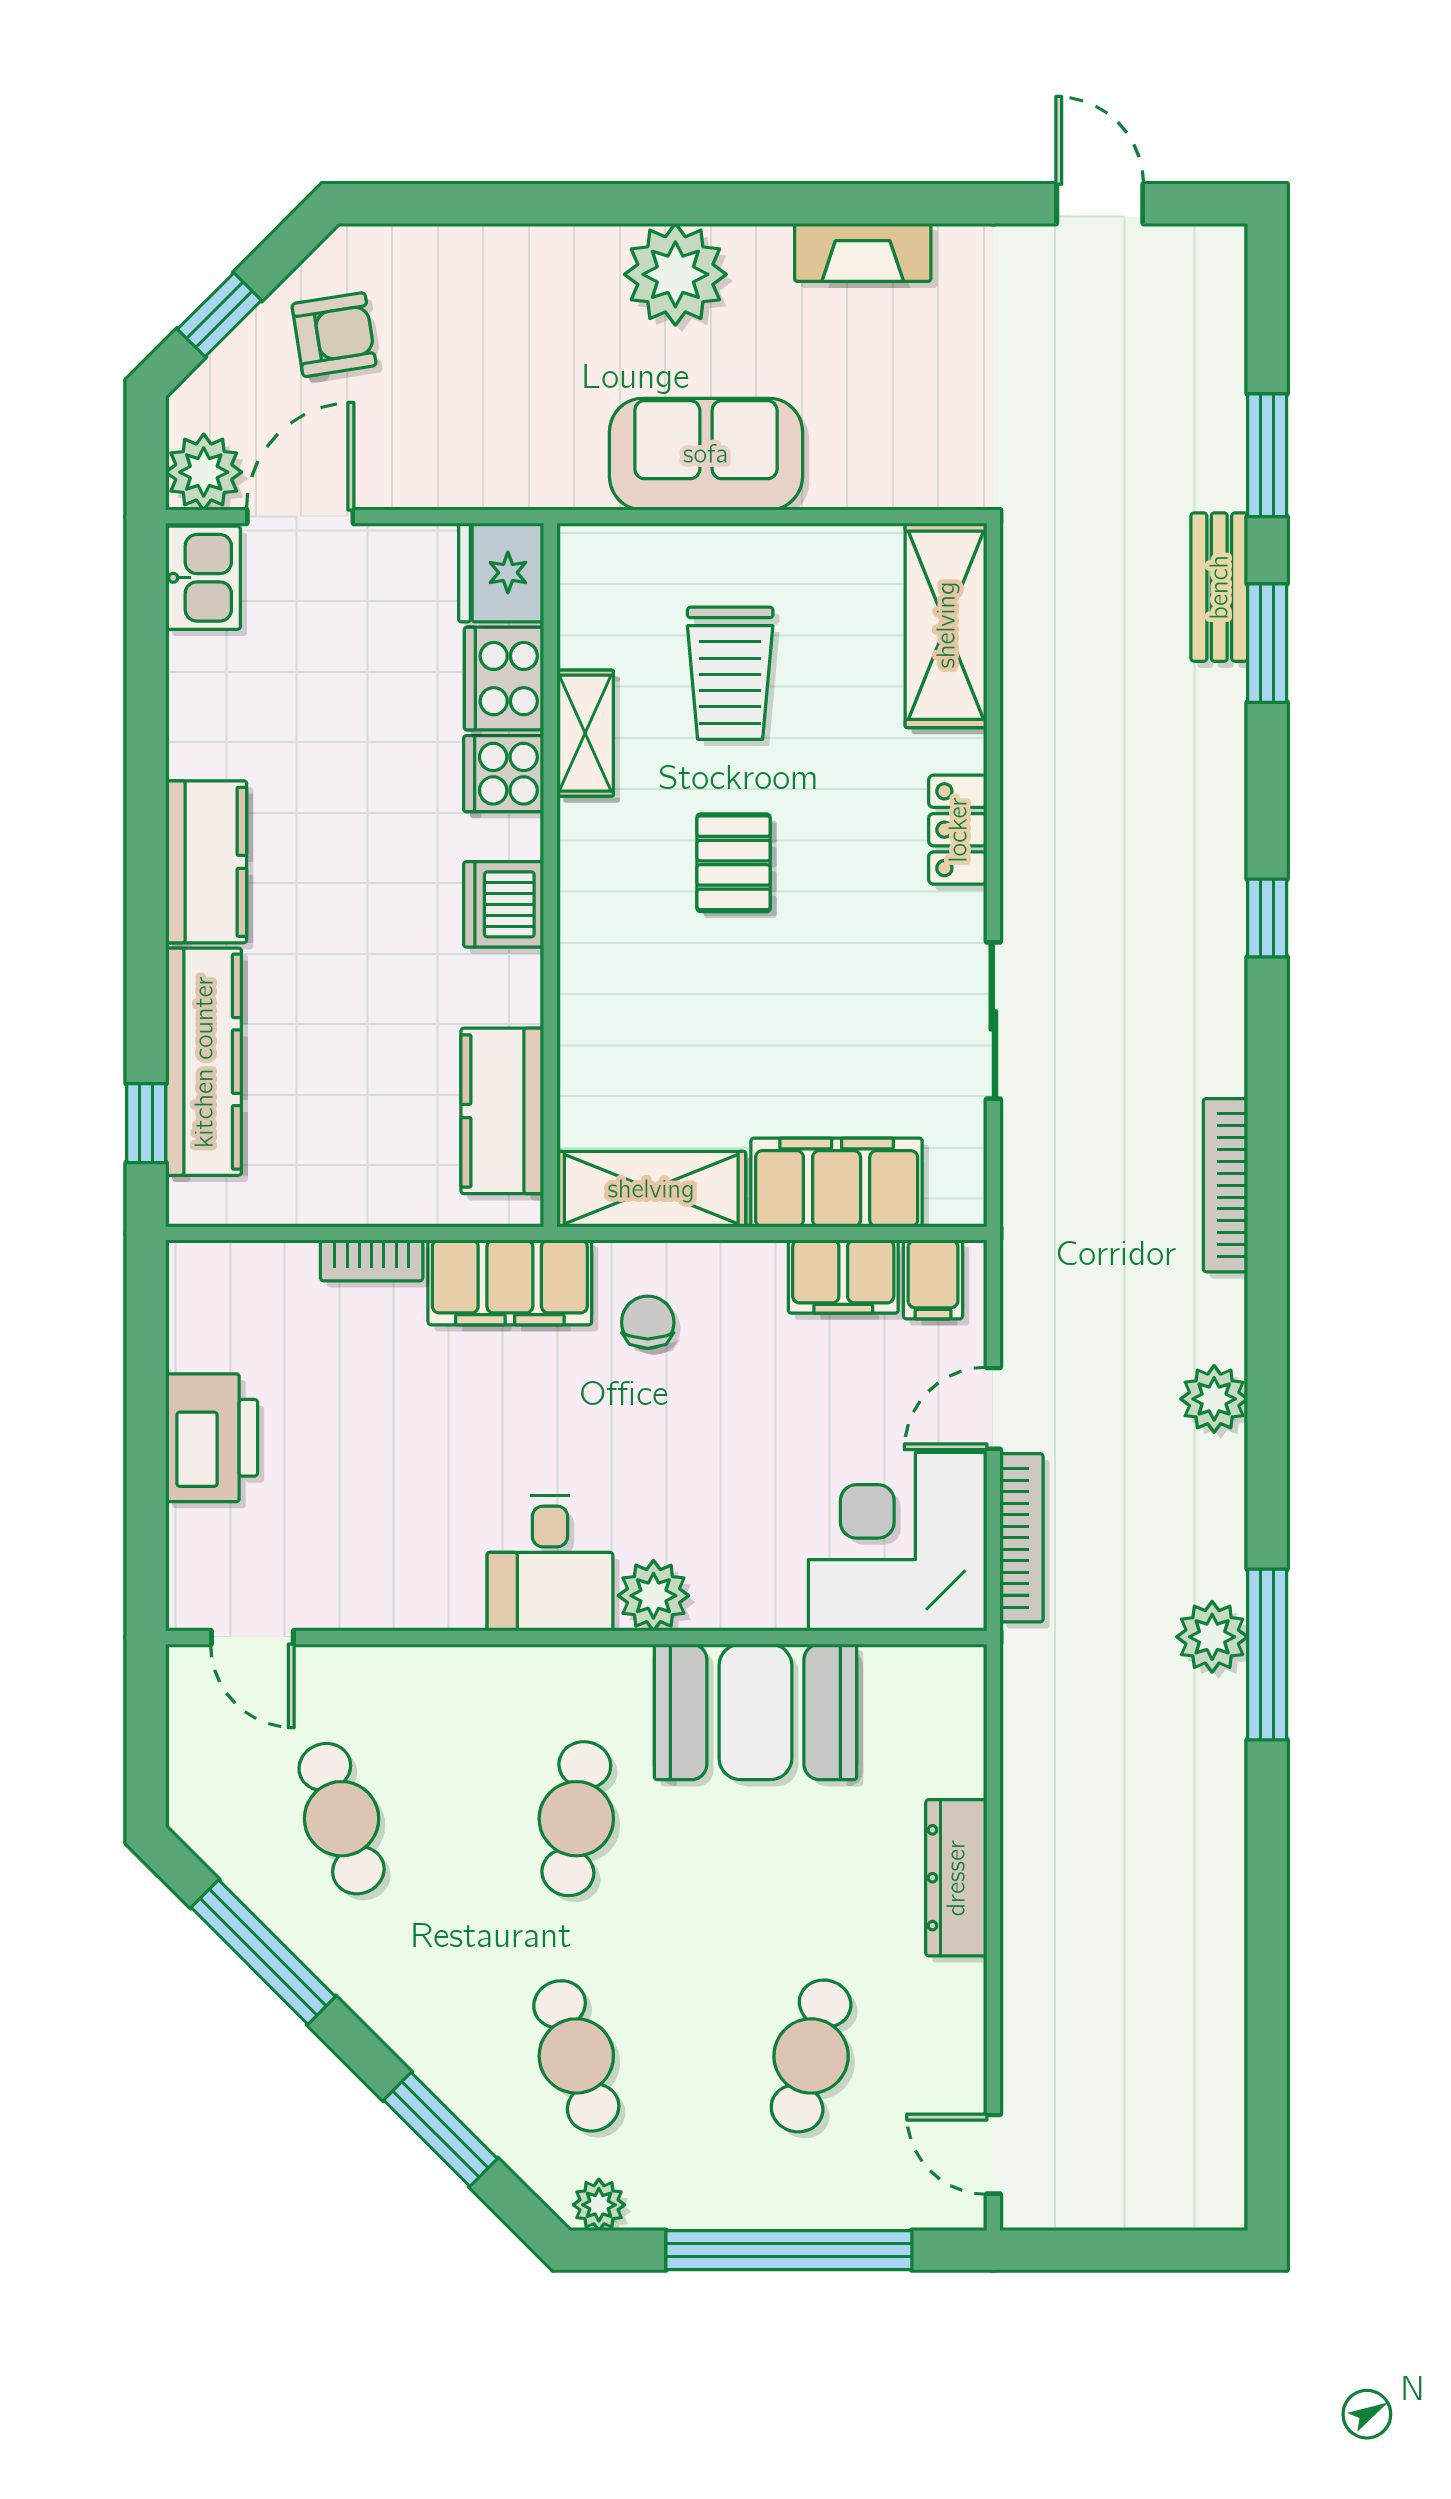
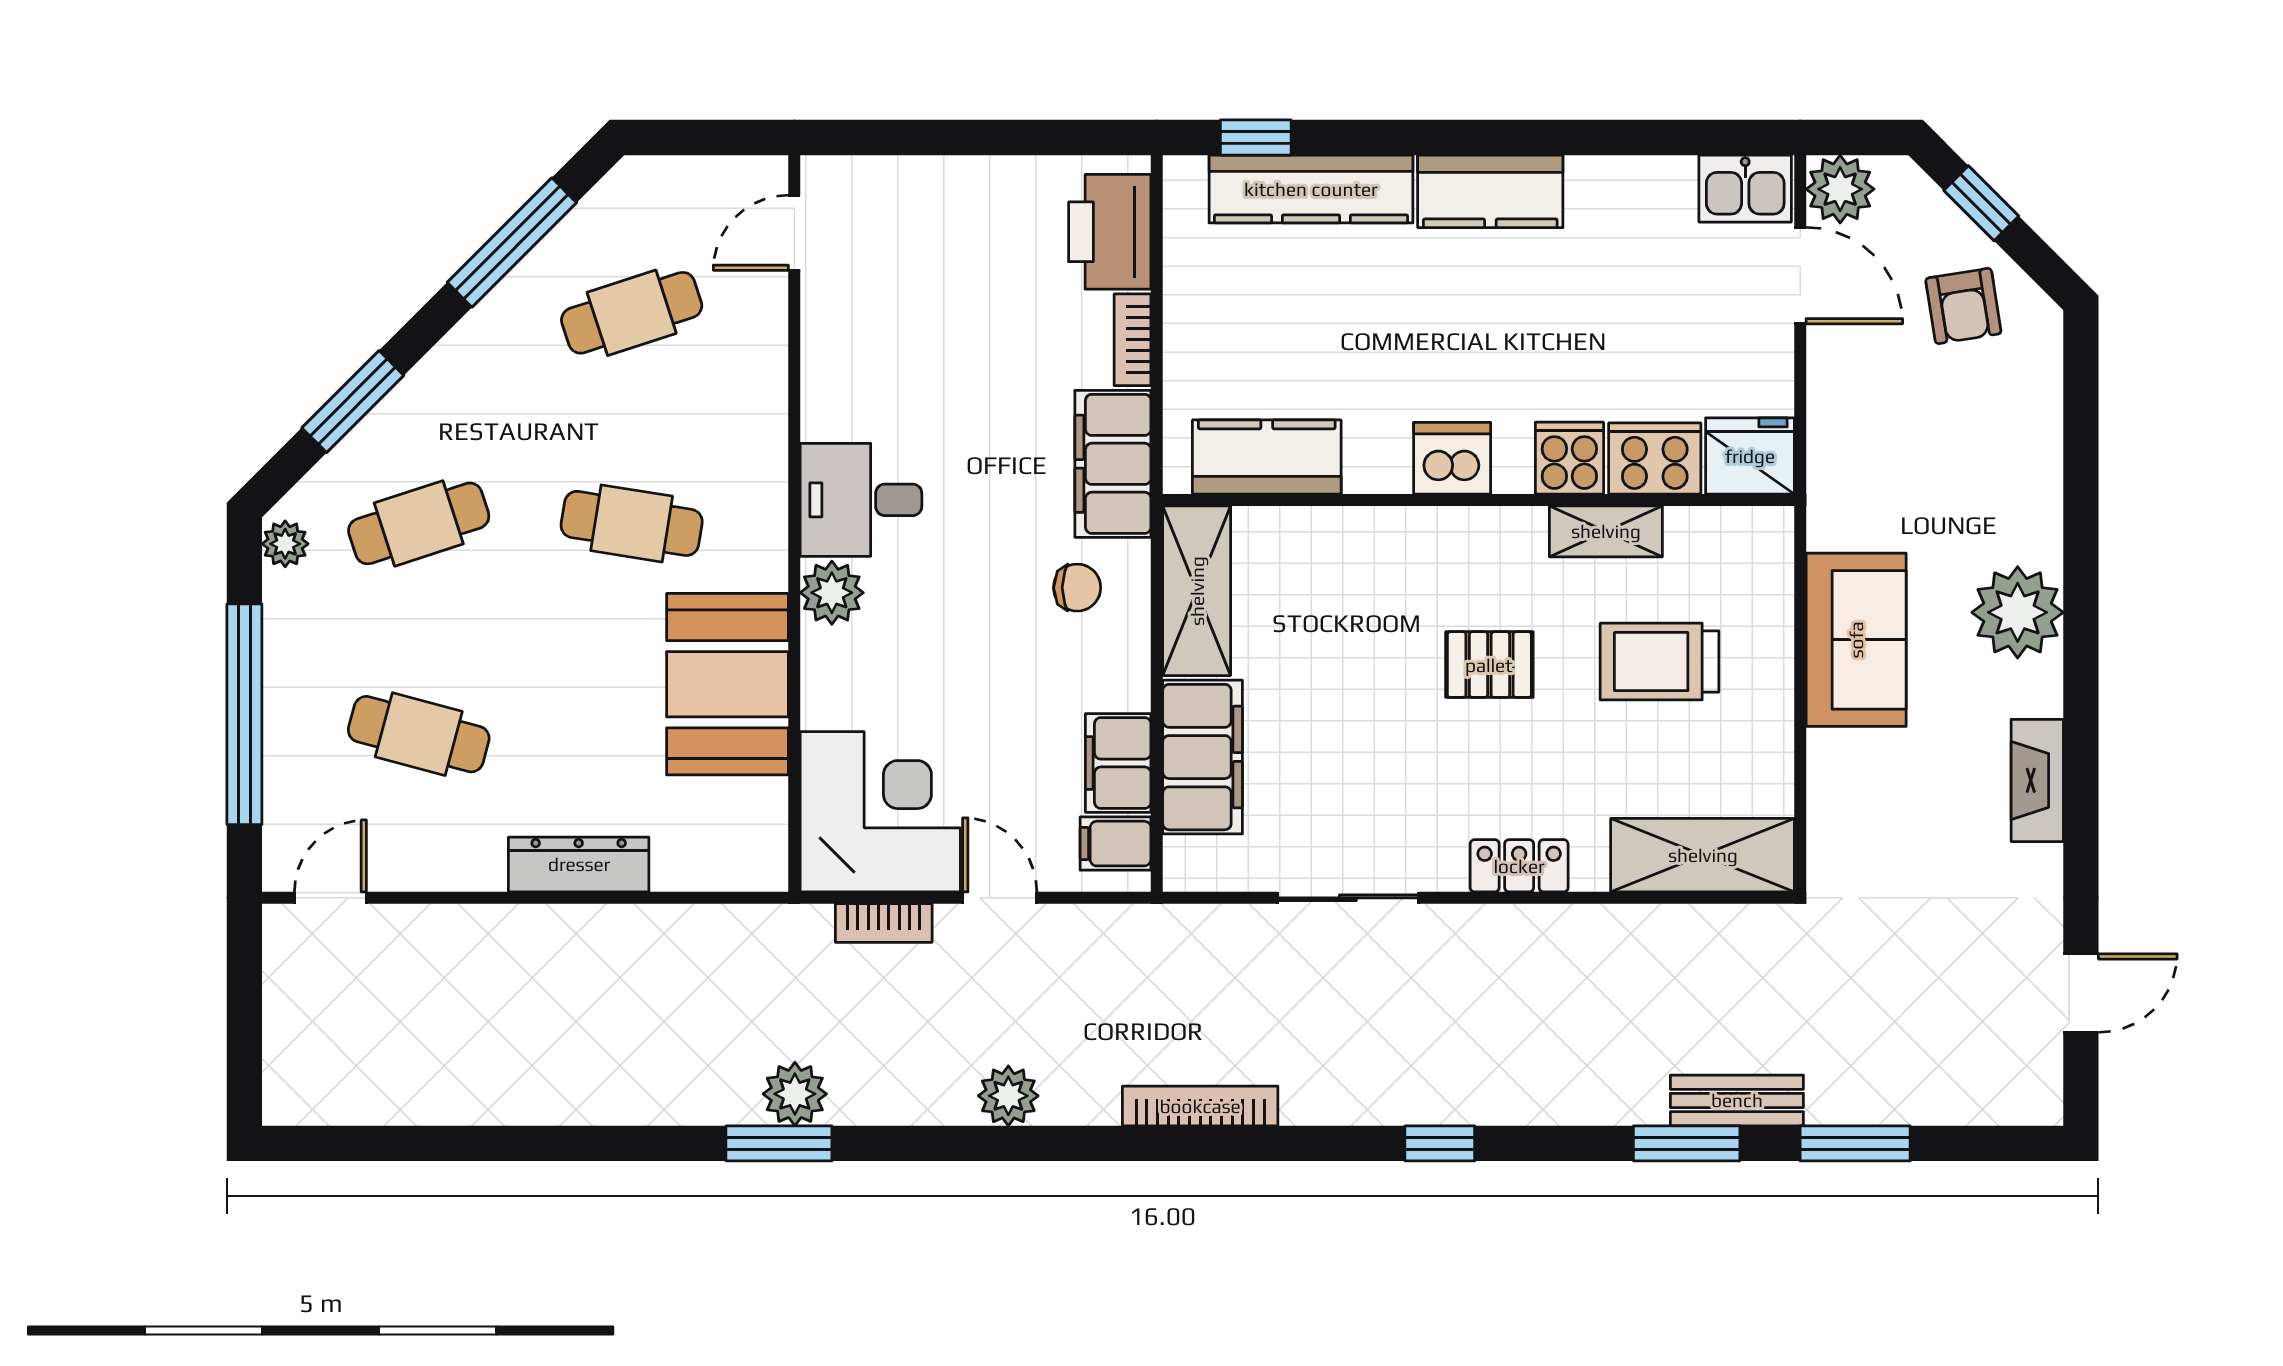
printer: (212, 1438) -> (1110, 232), moved, turned 90
bookcase: (1021, 1538) -> (884, 923), width x0.64
window: (1267, 1655) -> (779, 1143), width x0.69

